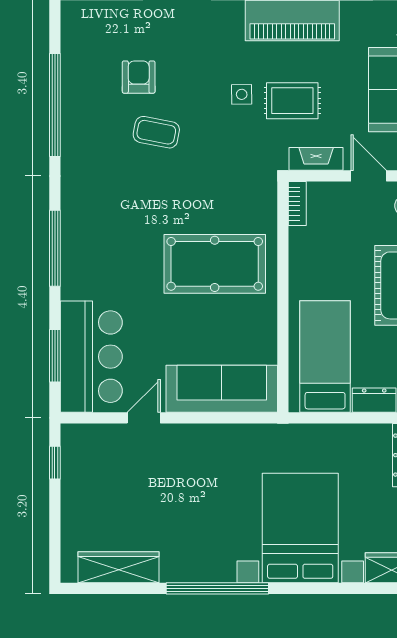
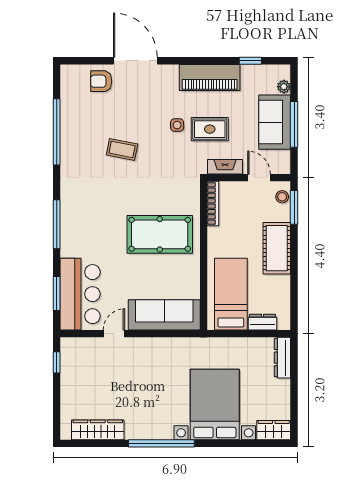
armchair: (139, 77) -> (101, 81), moved, turned -90
bookcase: (297, 204) -> (213, 203), width x1.56

